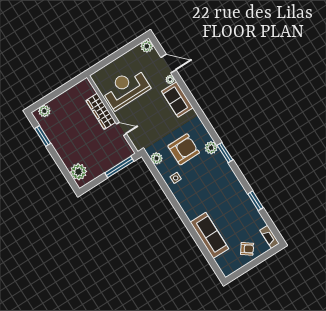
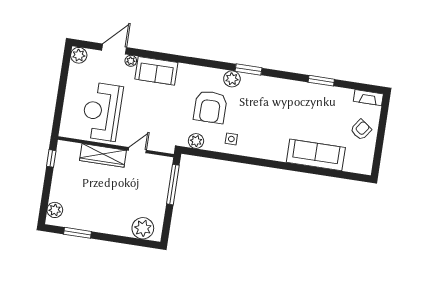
window: (73, 83) -> (51, 158), added
armchair: (184, 149) -> (210, 107), turned 180

